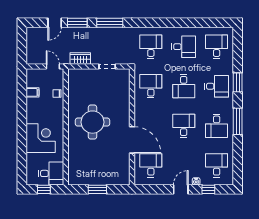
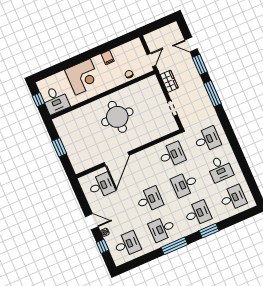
desk: (217, 86) -> (197, 213), turned -90
filing cabinet: (33, 92) -> (108, 57), moved

